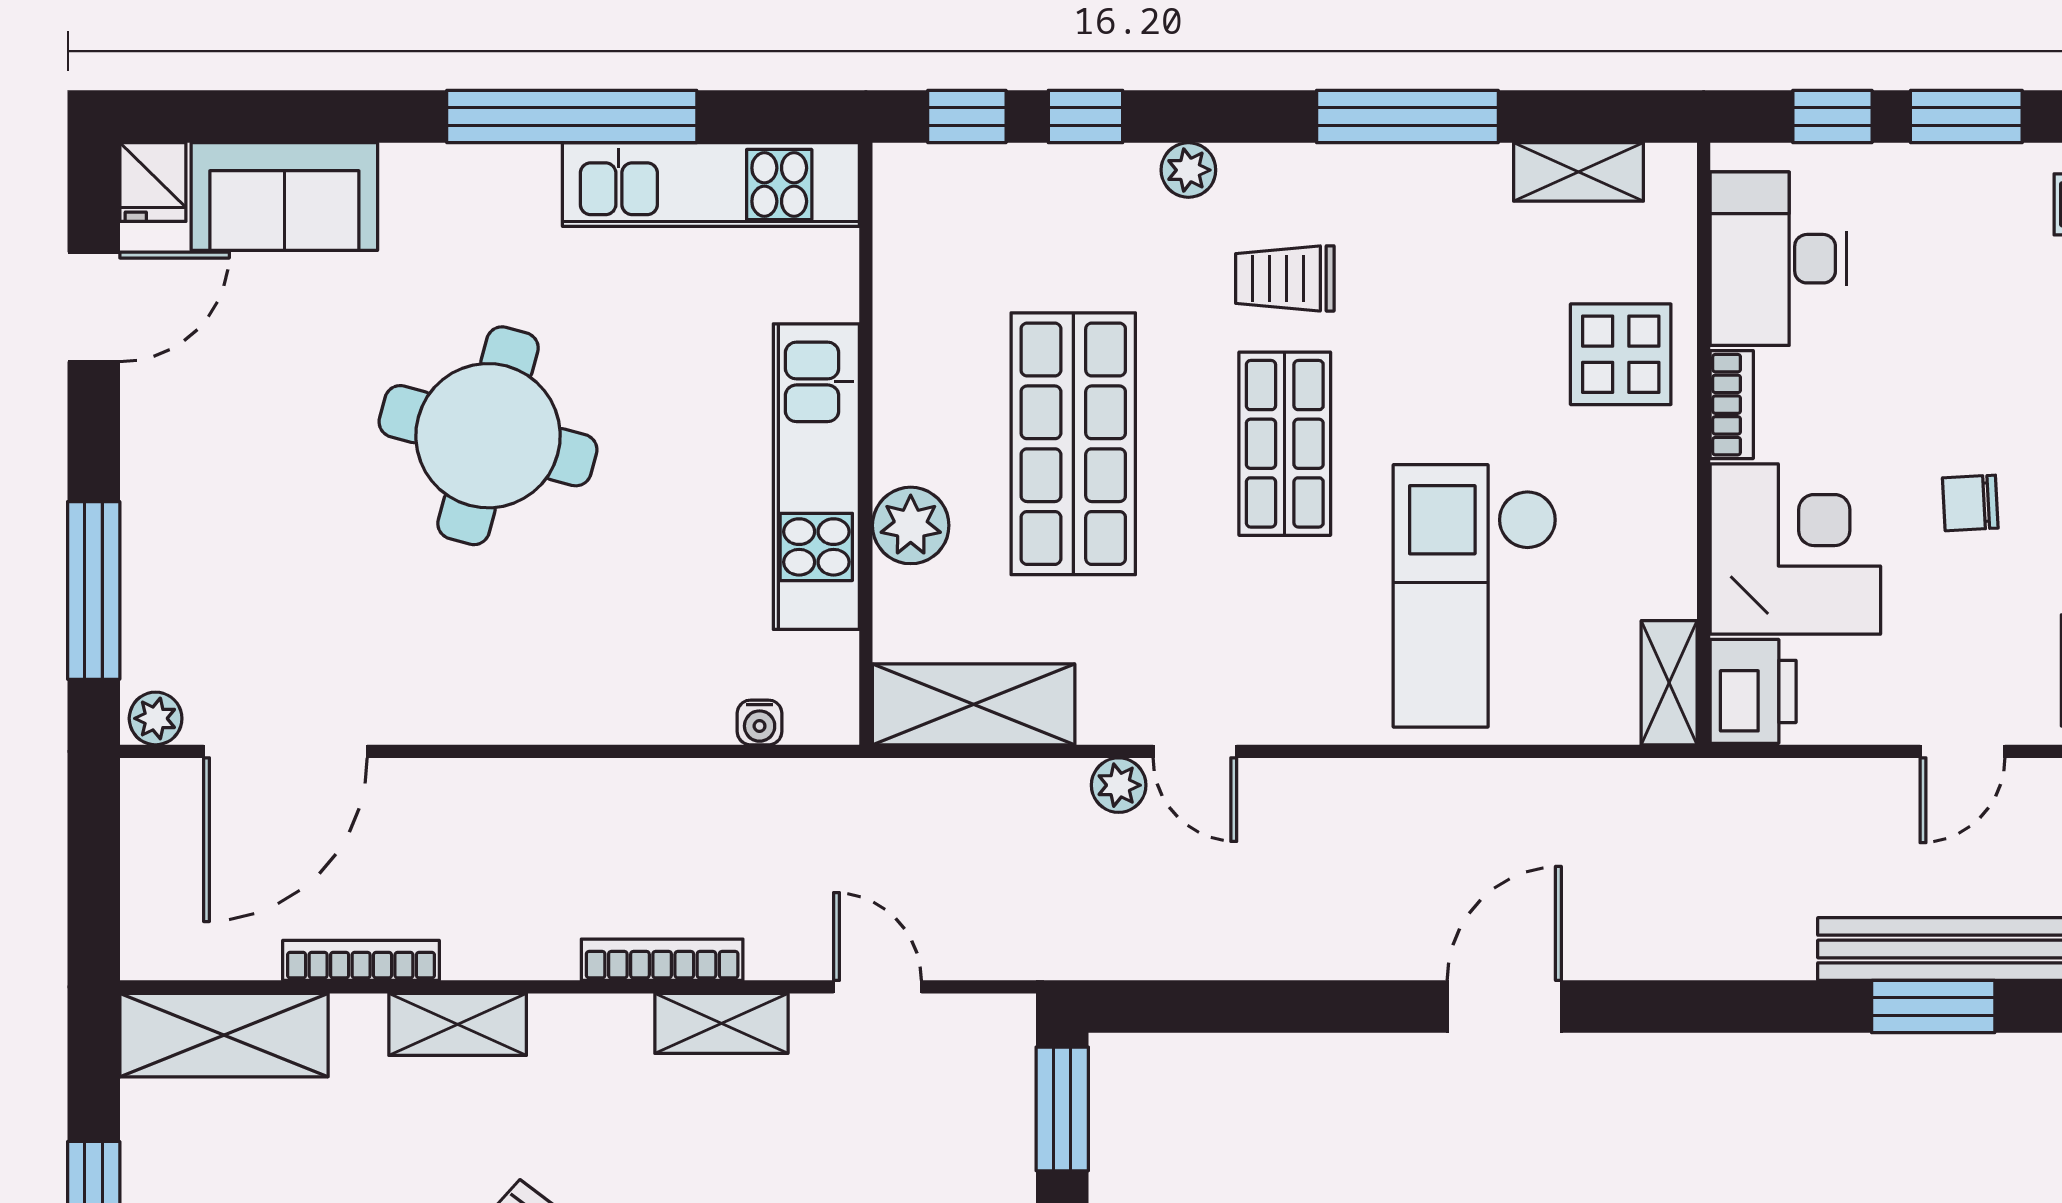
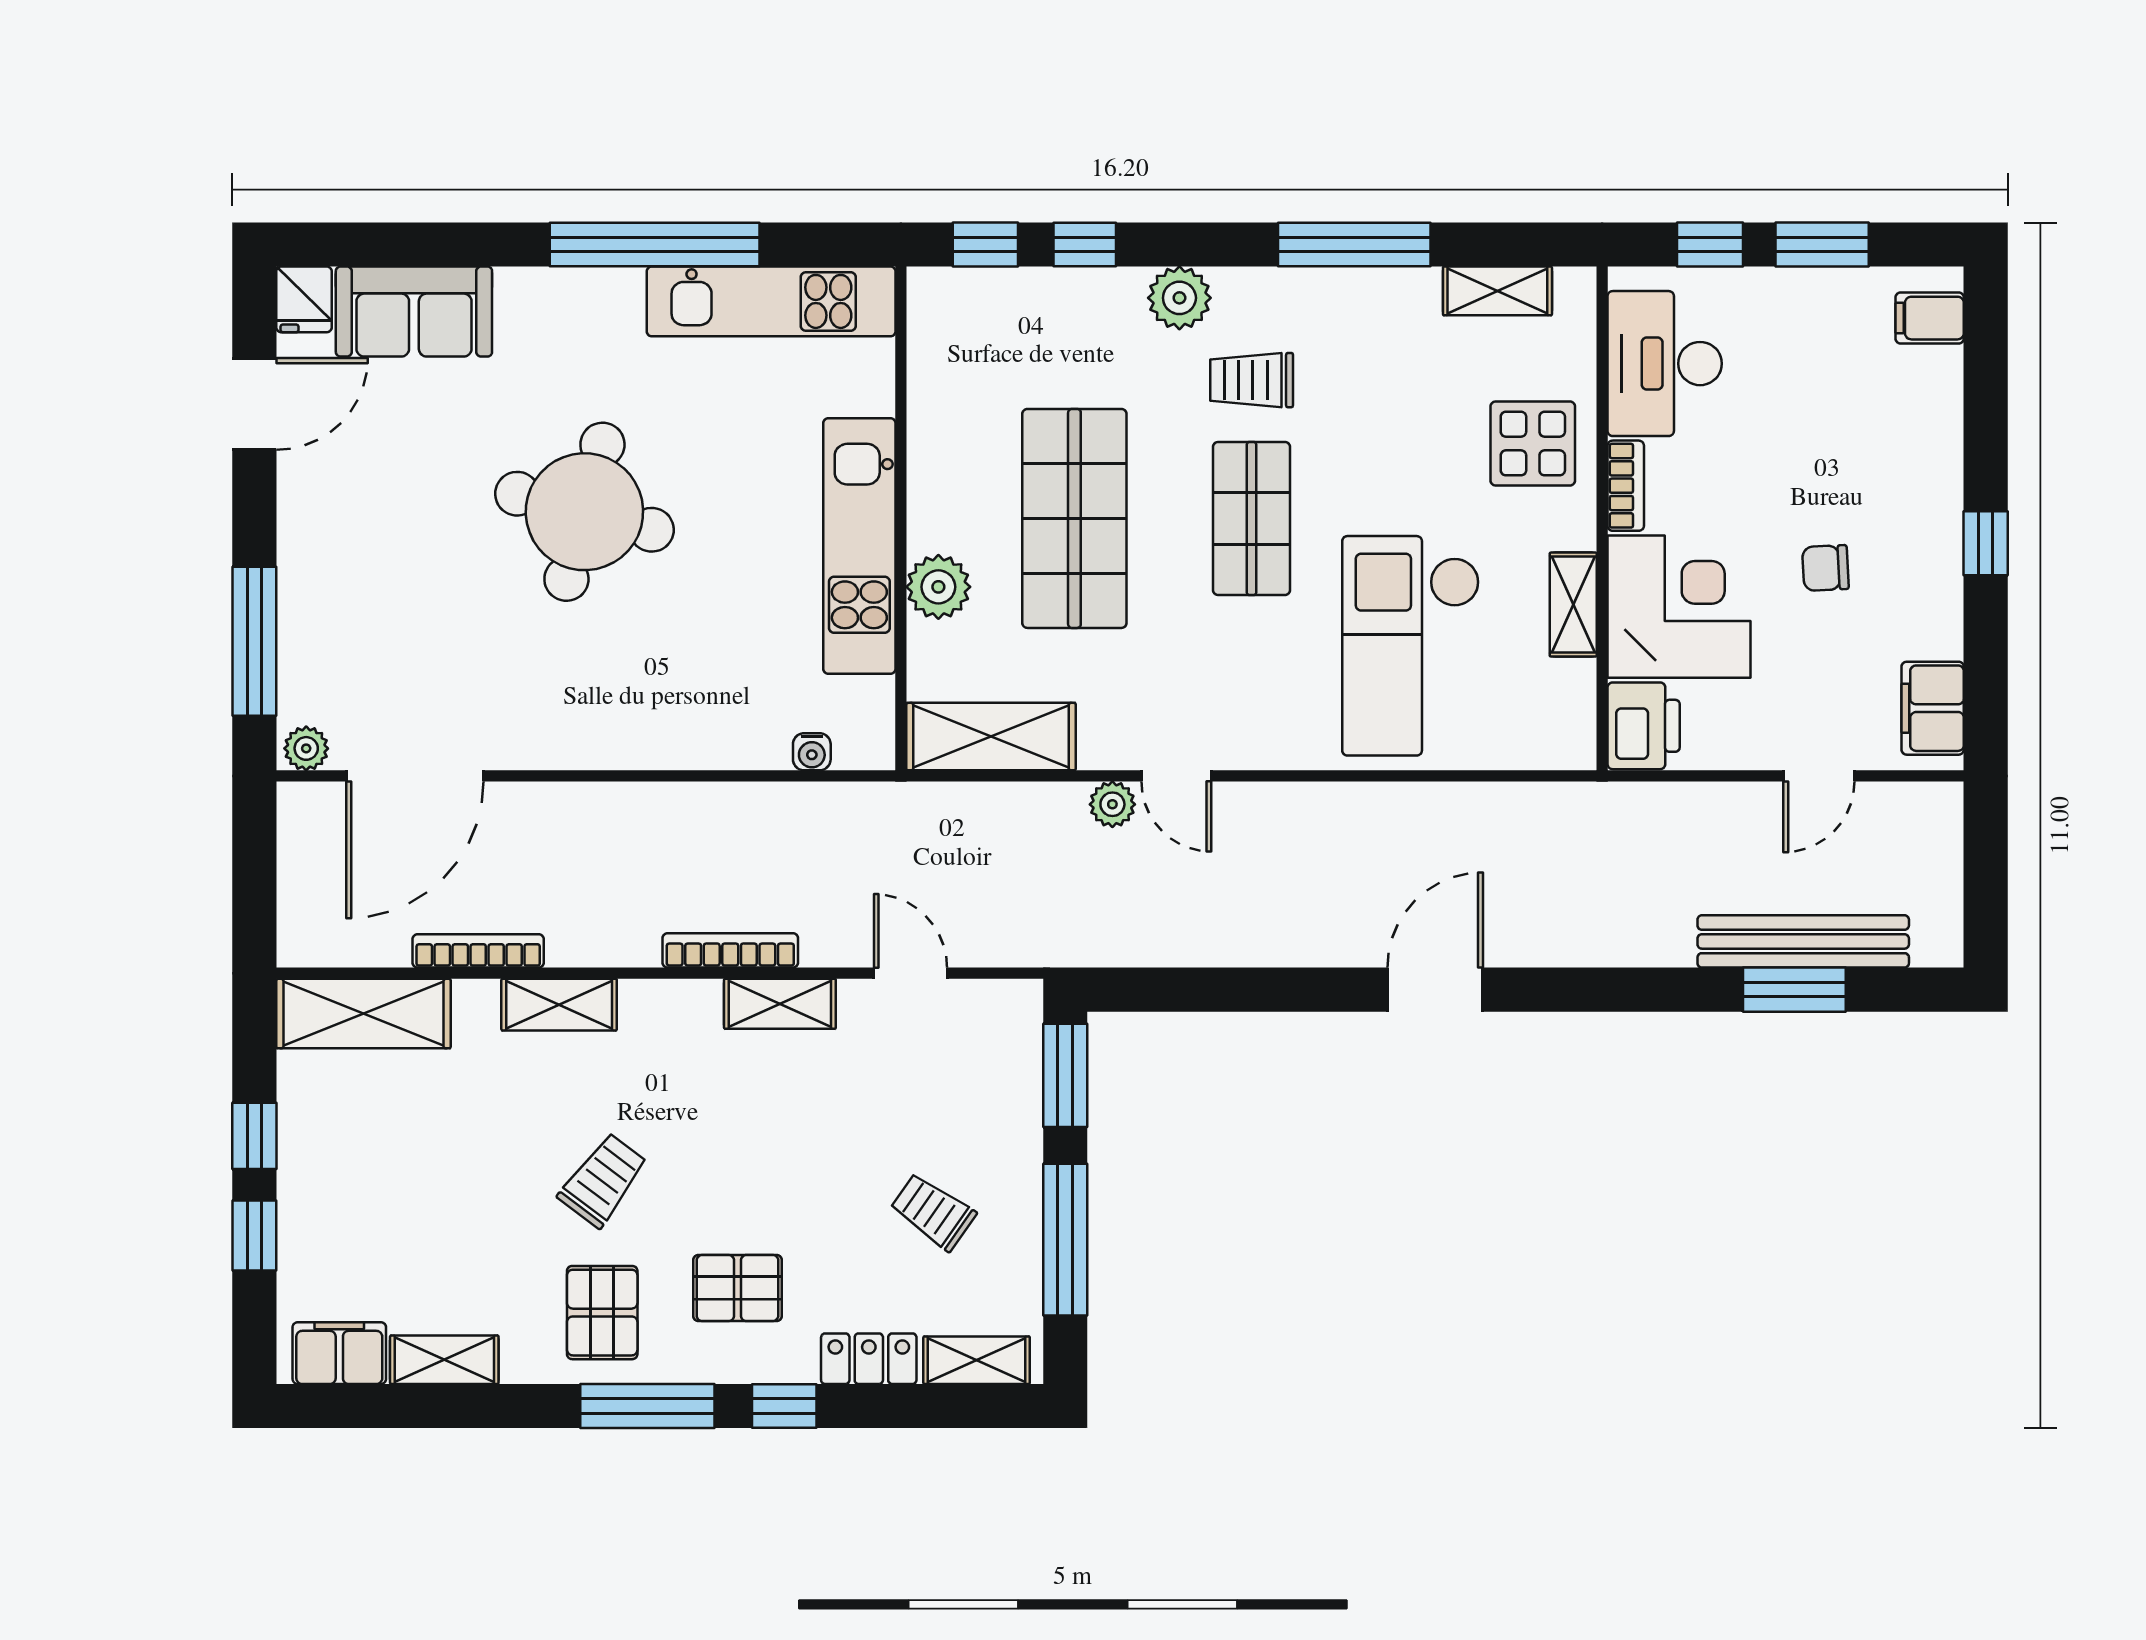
plant: (1188, 170) -> (1179, 298), width x1.38, depth x1.38
shelving: (1669, 683) -> (1573, 605), moved

